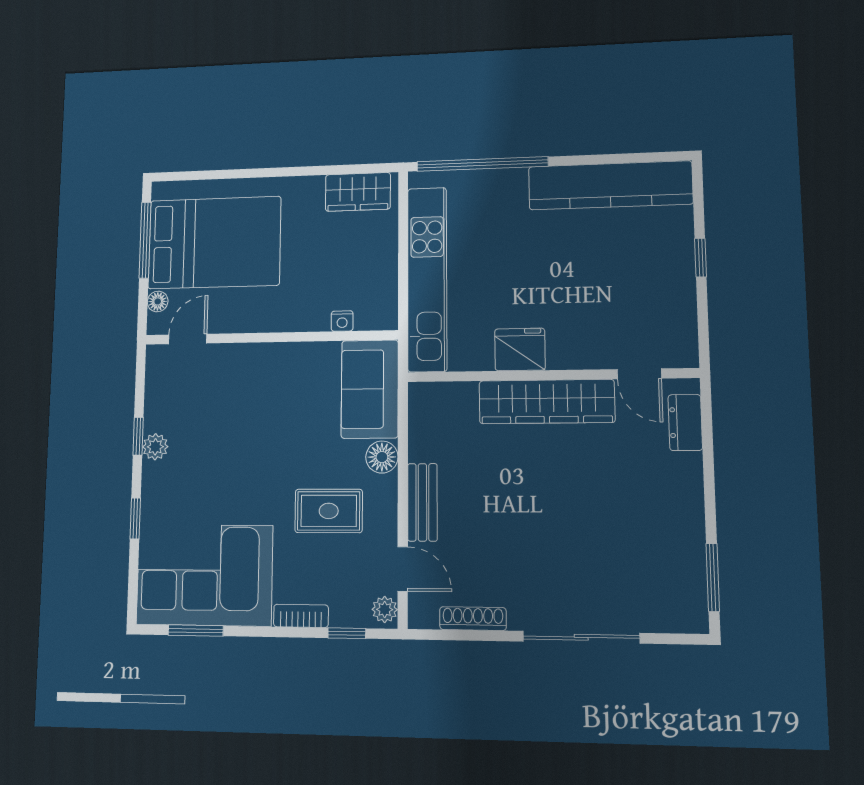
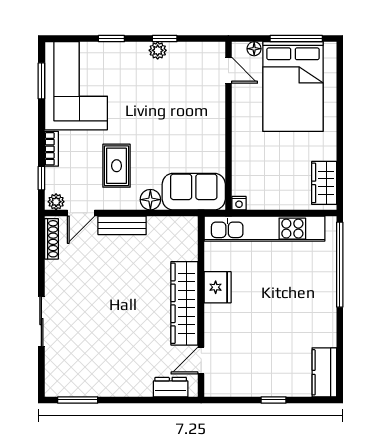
kitchen counter: (610, 185) -> (324, 372), width x0.48, depth x0.86
nightstand: (342, 321) -> (239, 203), moved, turned -90
shoe rack: (473, 619) -> (51, 239), moved
sliding door: (581, 637) -> (41, 322), width x0.73

